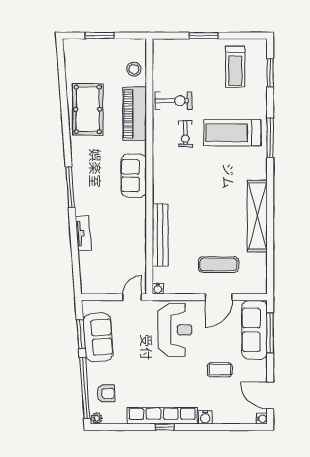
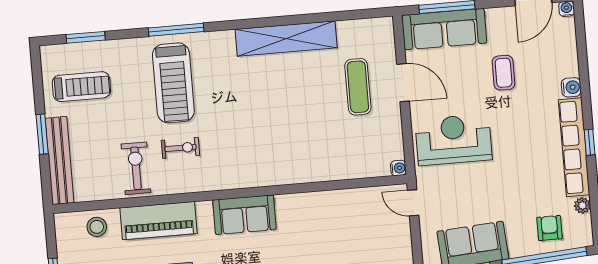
bench: (160, 235) -> (59, 160), moved, turned 90
plant: (97, 418) -> (582, 205), moved

